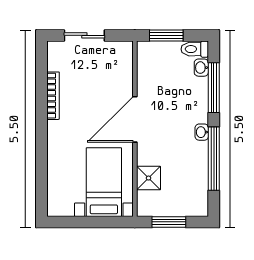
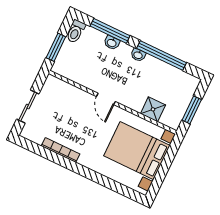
washbasin: (201, 68) -> (112, 43), moved
door: (135, 119) -> (106, 99), width x0.53
bed with nightstands: (104, 182) -> (137, 151), width x1.36

